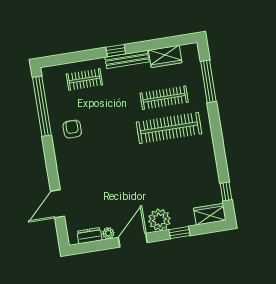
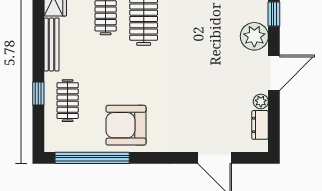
window: (116, 51) -> (38, 93), moved
armchair: (72, 129) -> (126, 125), width x1.88, depth x1.88
door: (133, 240) -> (274, 73), swing flipped

